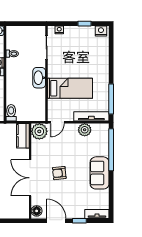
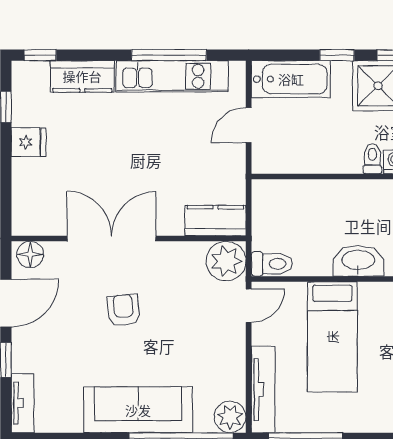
toilet: (11, 113) -> (272, 264), moved
door: (57, 122) -> (249, 306), swing flipped
plant: (85, 130) -> (230, 417), moved
sofa: (100, 173) -> (138, 410), width x1.36

